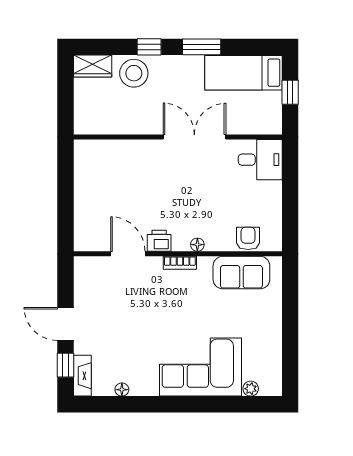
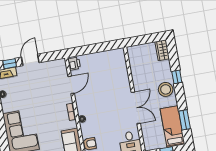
window: (202, 47) -> (185, 120), moved
stool: (134, 73) -> (166, 89), moved
printer: (159, 241) -> (74, 64), moved

